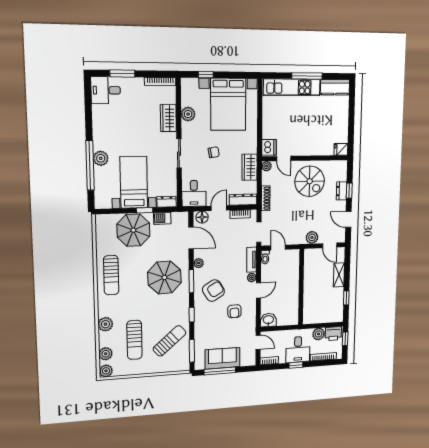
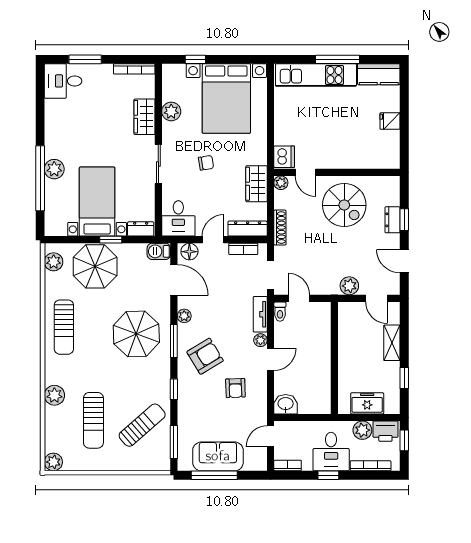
fridge: (341, 149) -> (390, 121), moved
barbecue: (162, 218) -> (159, 251), moved
freezer: (322, 316) -> (367, 403), added
door: (258, 342) -> (271, 436), swing flipped
plant: (106, 354) -> (54, 262), moved

